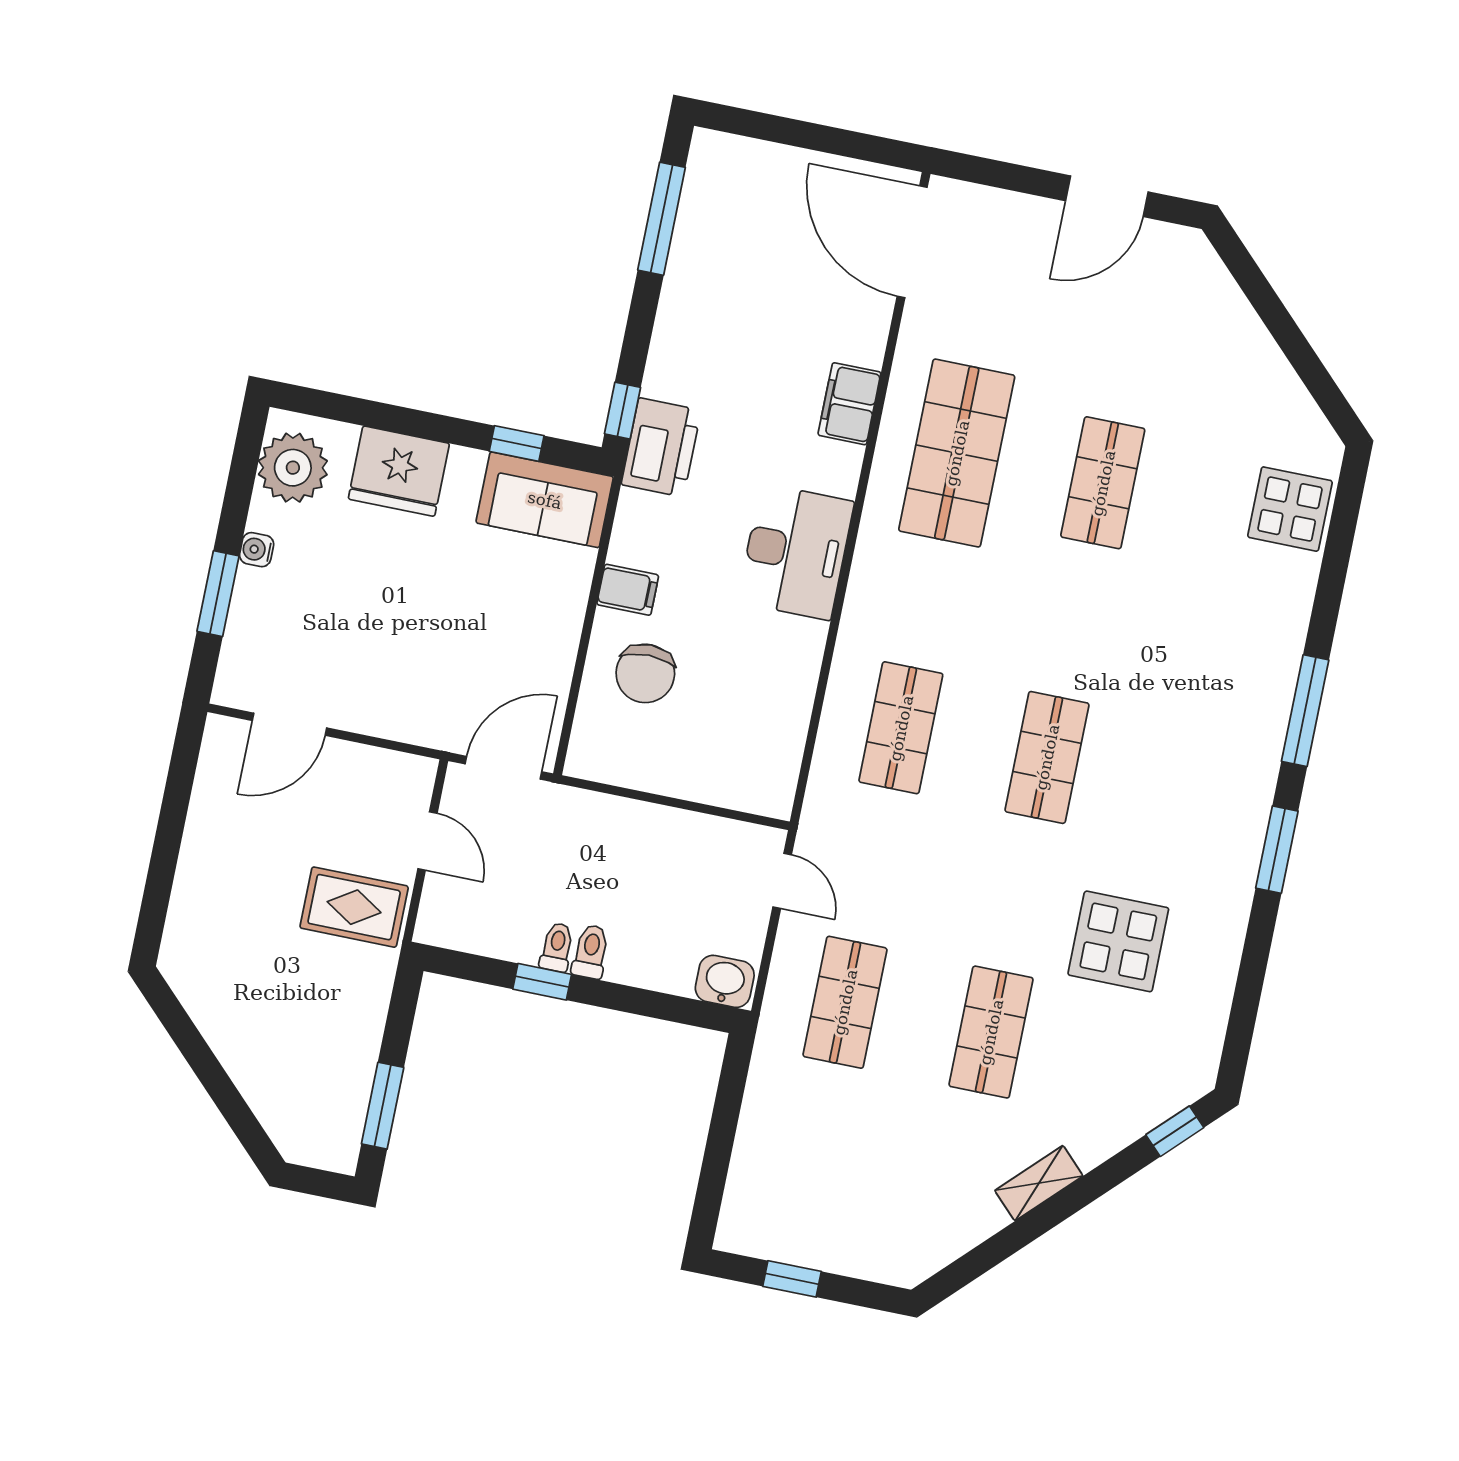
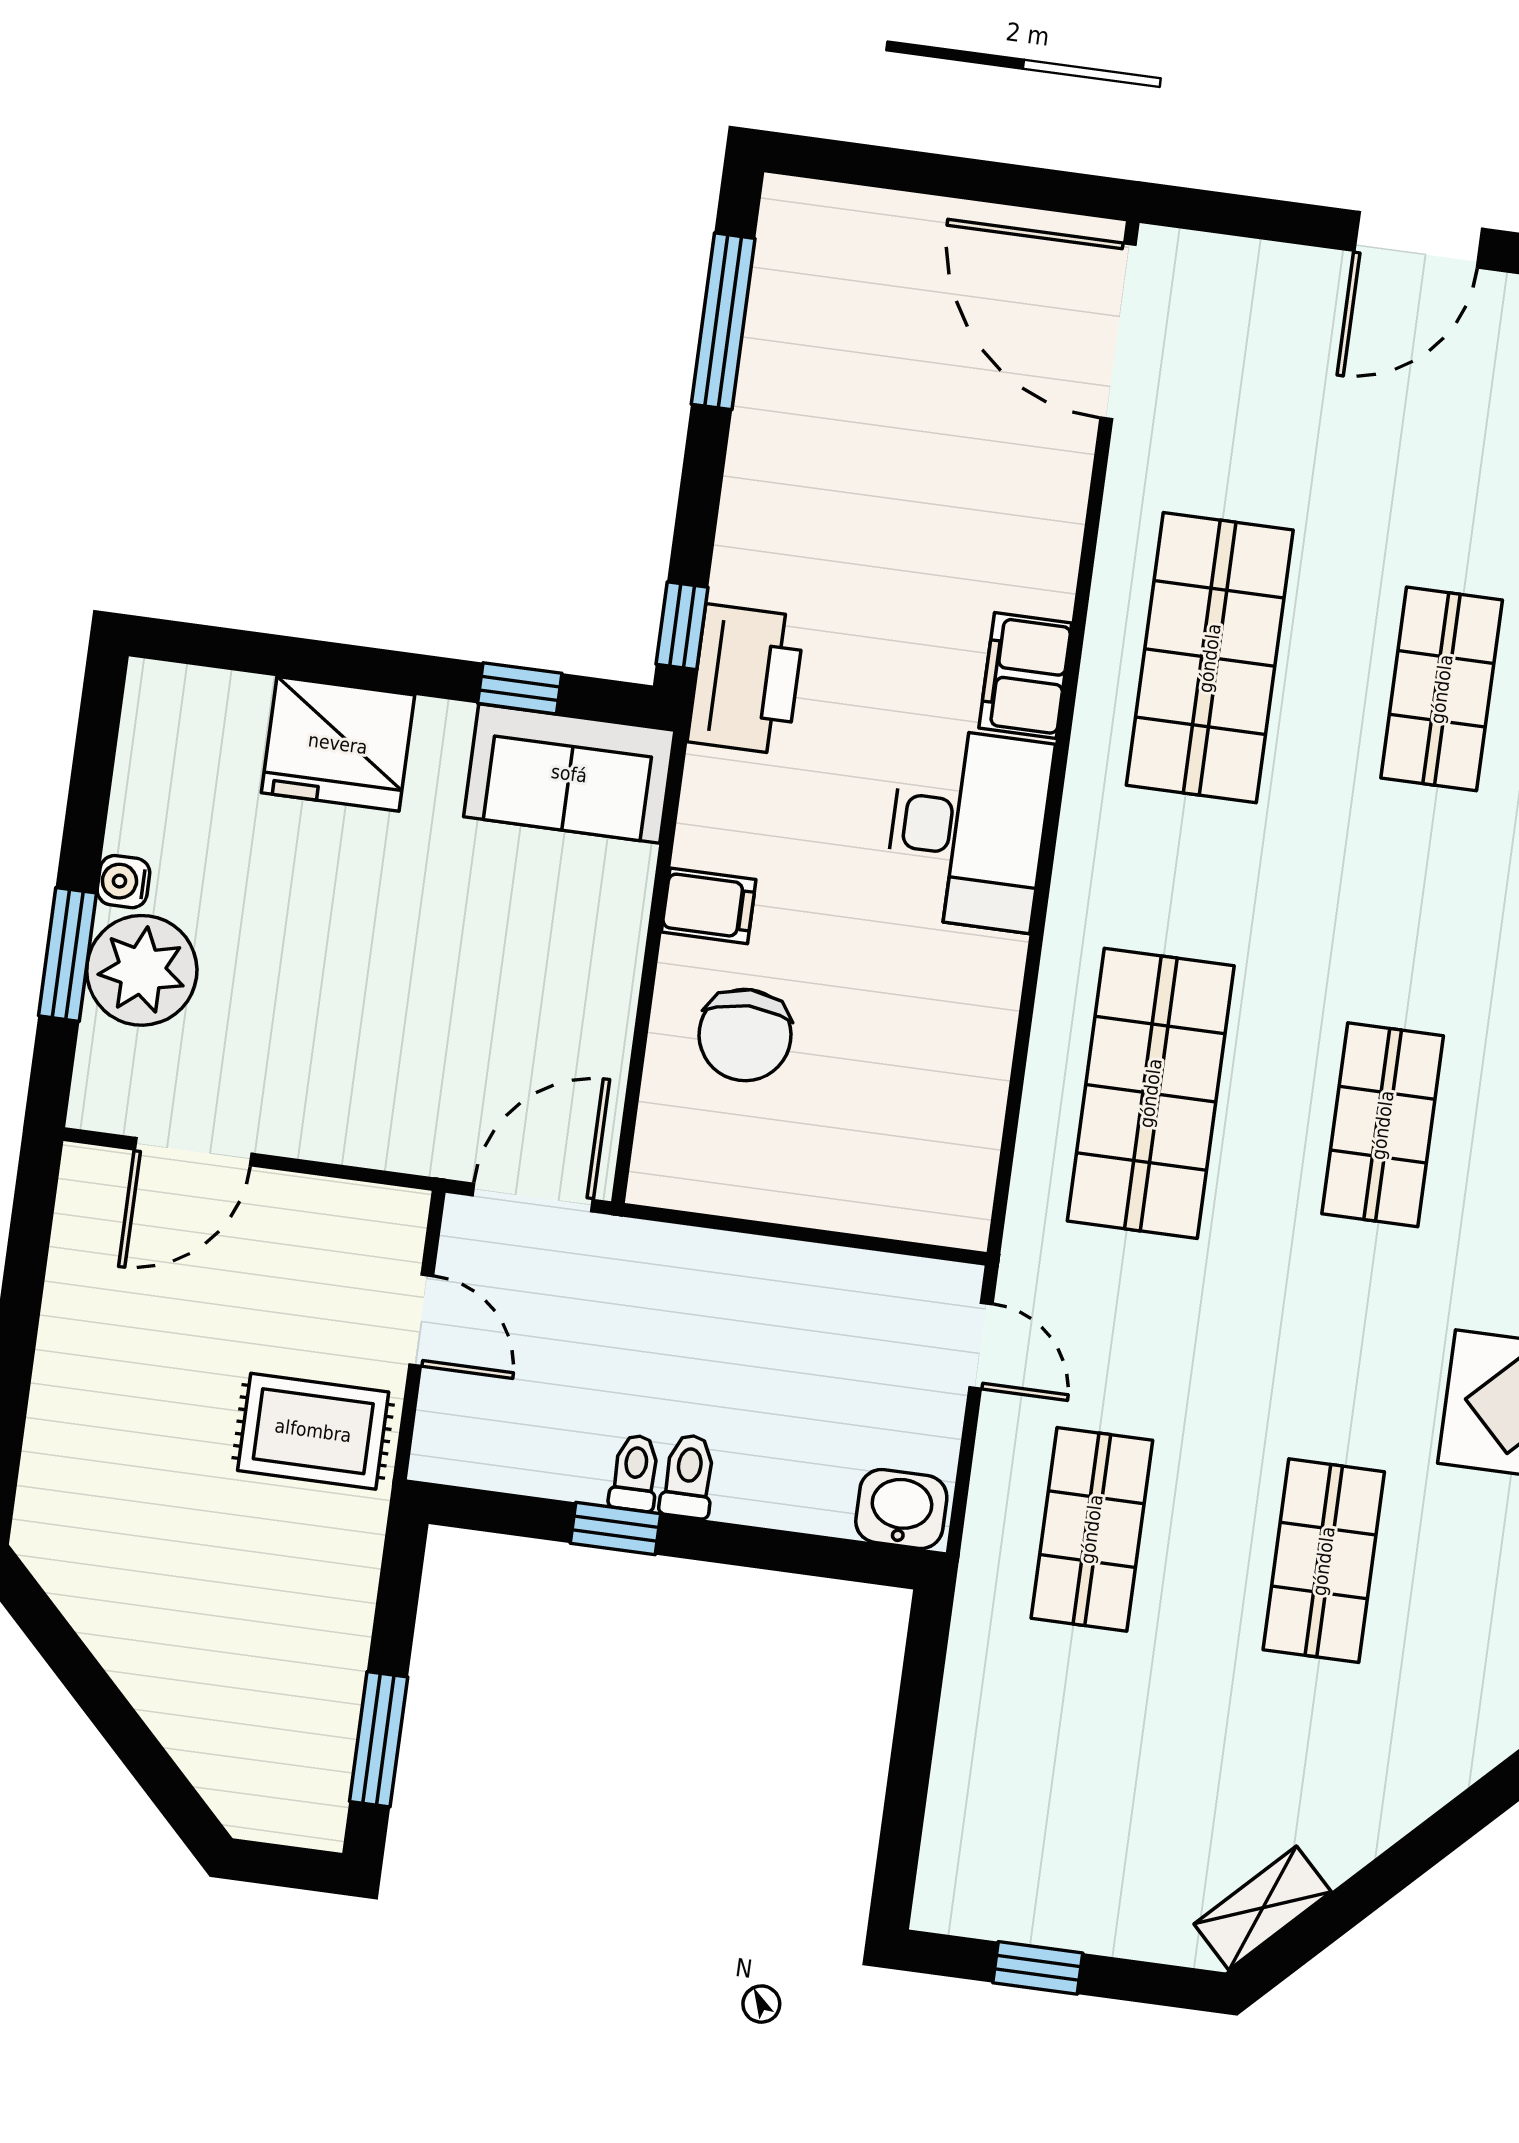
filing cabinet: (849, 404) -> (1025, 676), moved
plant: (293, 468) -> (142, 970), moved
shop shelf: (901, 728) -> (1151, 1093), width x1.43, depth x1.36
shelving: (1039, 1183) -> (1263, 1908), moved

